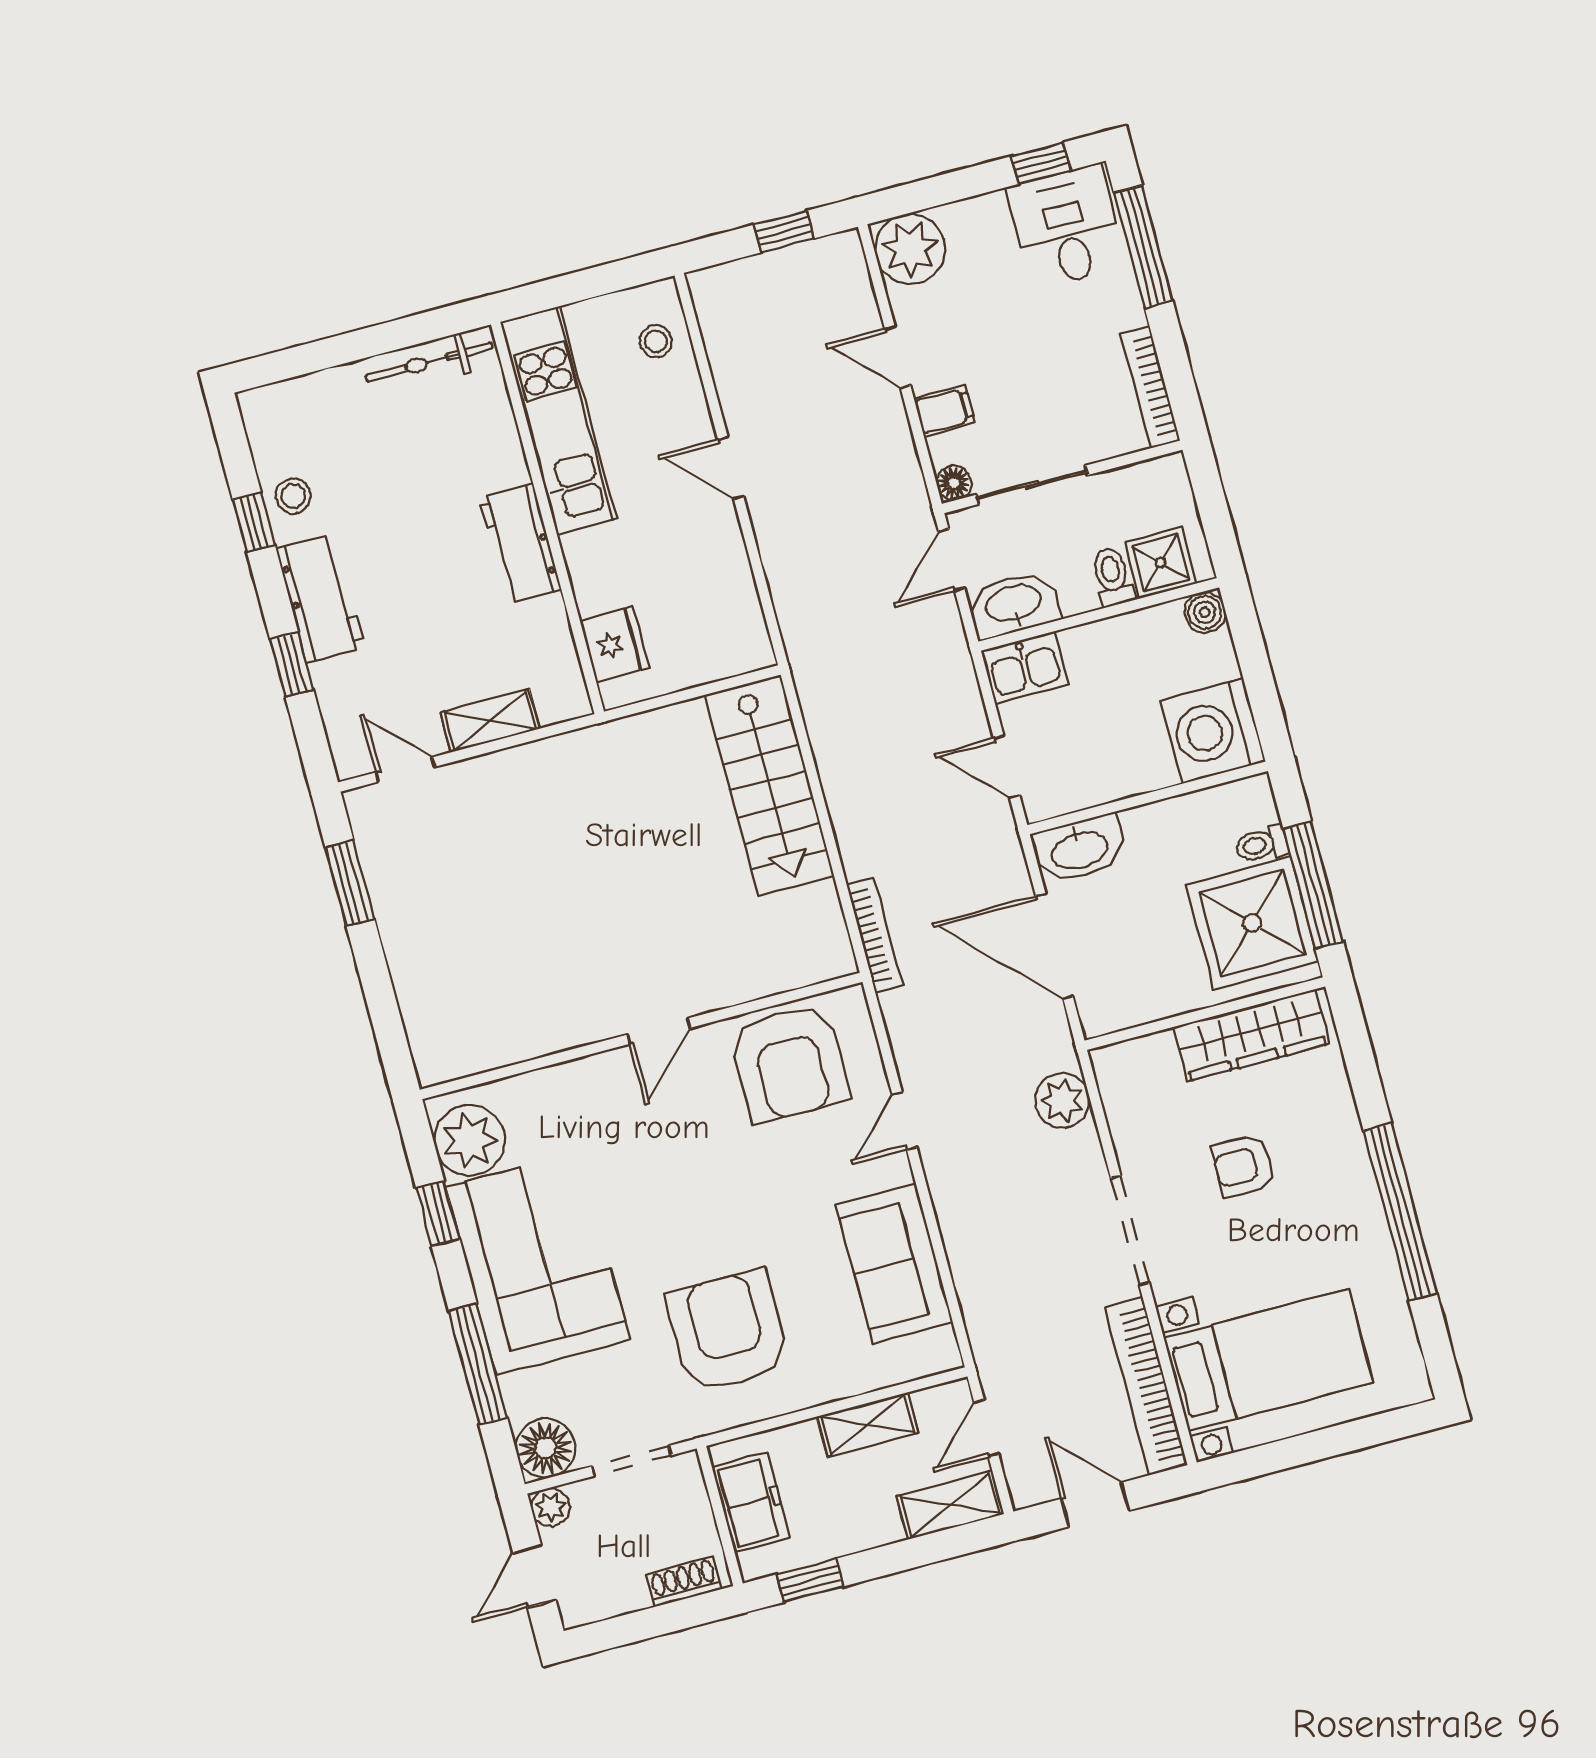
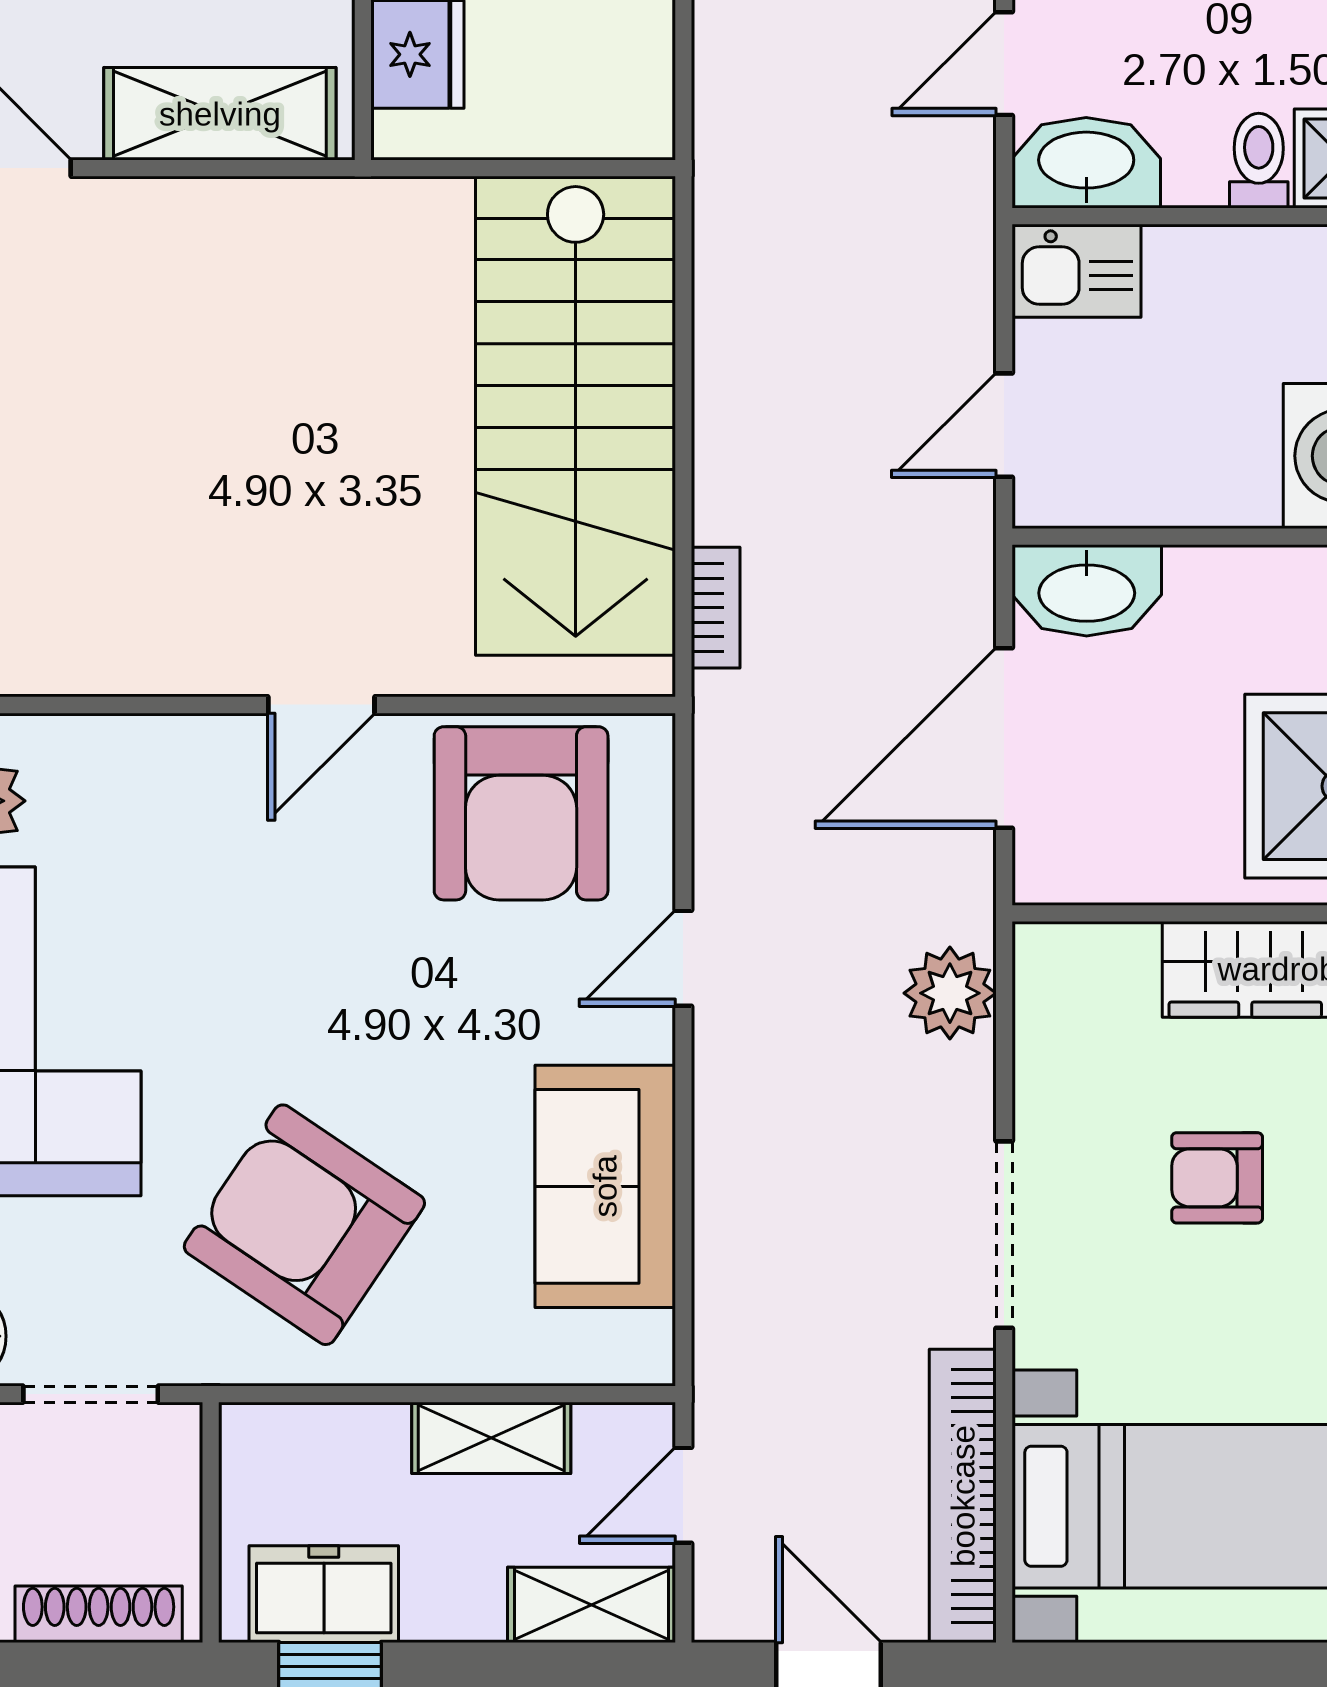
shelving: (490, 721) -> (220, 114), width x1.50, depth x1.33
door: (1007, 767) -> (1004, 425), hinge flipped
stairs: (770, 785) -> (576, 416), width x1.36, depth x1.51
bookcase: (875, 935) -> (716, 608), width x0.64
door: (1054, 946) -> (1004, 738), hinge flipped
armchair: (728, 1331) -> (304, 1225), turned -56
freezer: (751, 1502) -> (324, 1594), moved, turned -90
shoe rack: (684, 1582) -> (99, 1614), width x1.43

